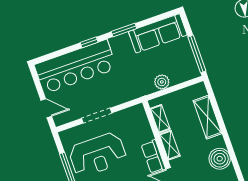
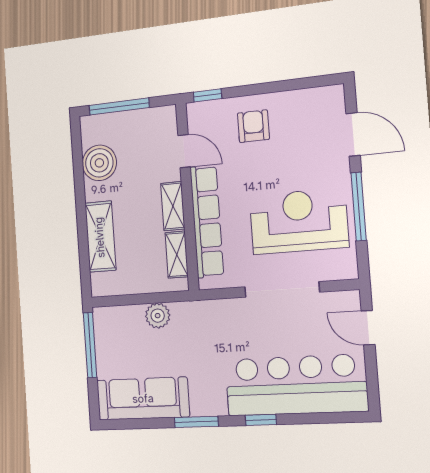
doorway: (97, 116) -> (282, 289), width x1.36
row of seats: (153, 157) -> (207, 222), width x2.02

